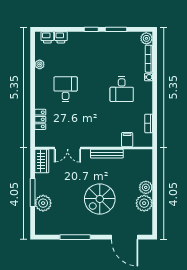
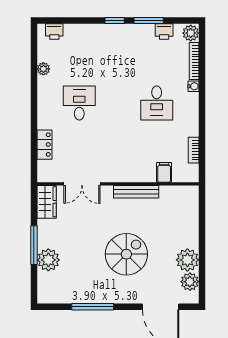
printer: (61, 37) -> (164, 32), moved
plant: (146, 187) -> (190, 282), moved
spiral stairs: (100, 199) -> (126, 254), turned 180

